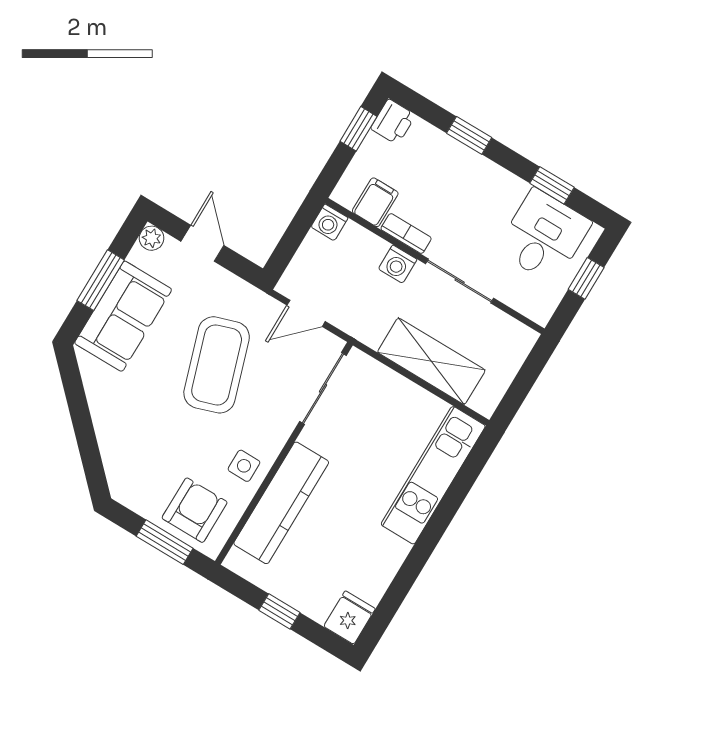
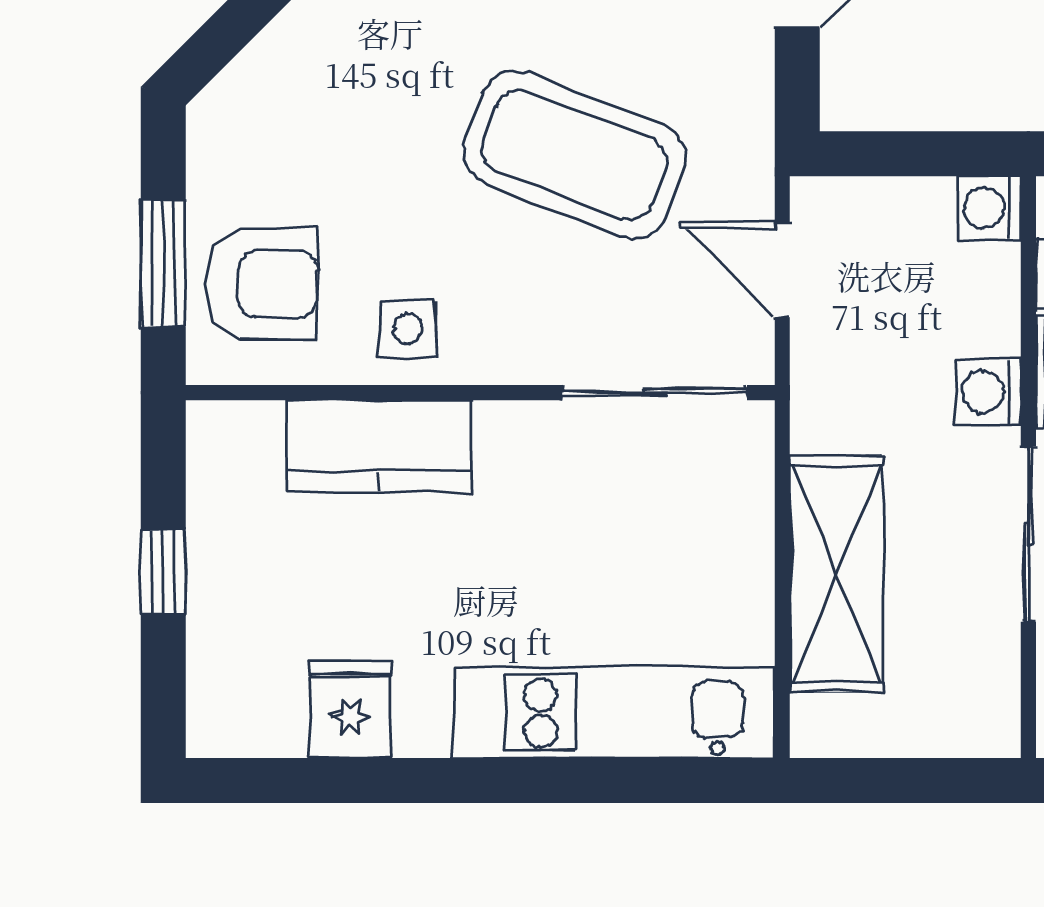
coffee table: (217, 365) -> (574, 155), turned 39
kitchen counter: (281, 503) -> (379, 446), width x0.67
fridge: (349, 618) -> (350, 709), moved, turned -90

